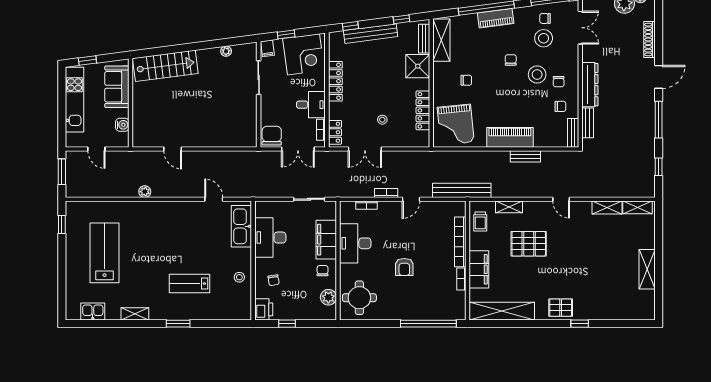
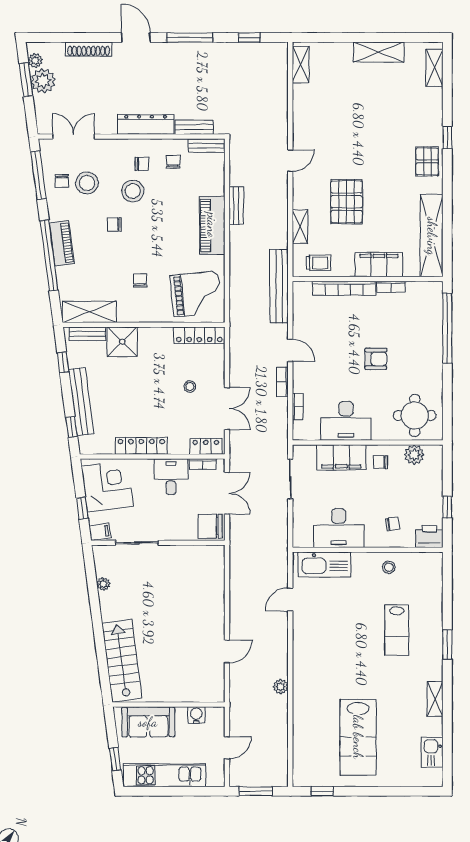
locker: (423, 110) -> (199, 335), moved
shelving: (607, 208) -> (434, 68), moved
lab bench: (105, 253) -> (358, 737), turned -90

